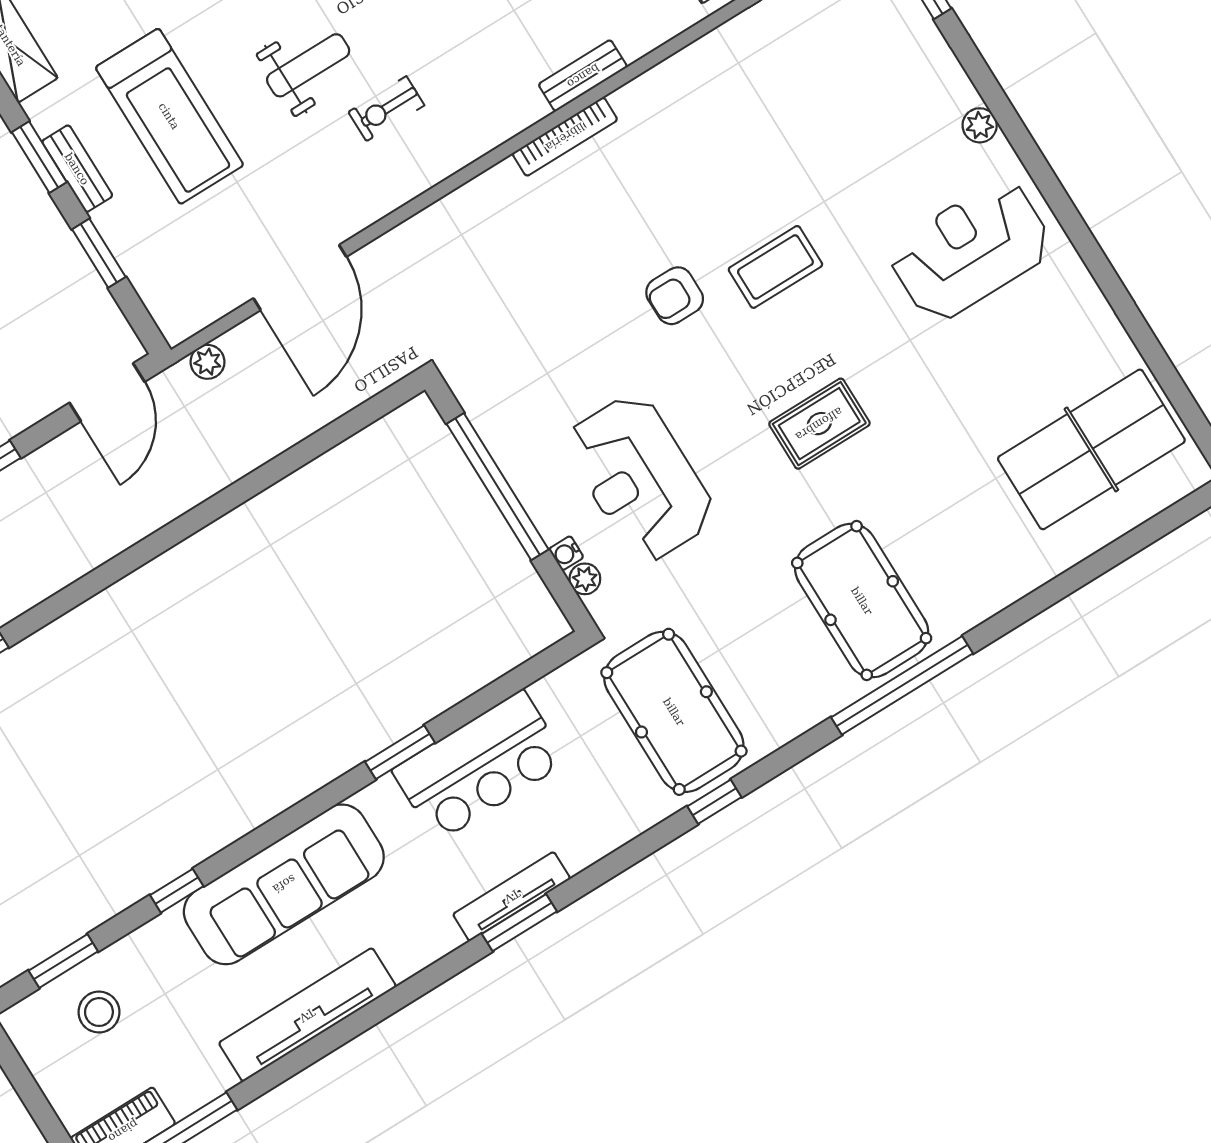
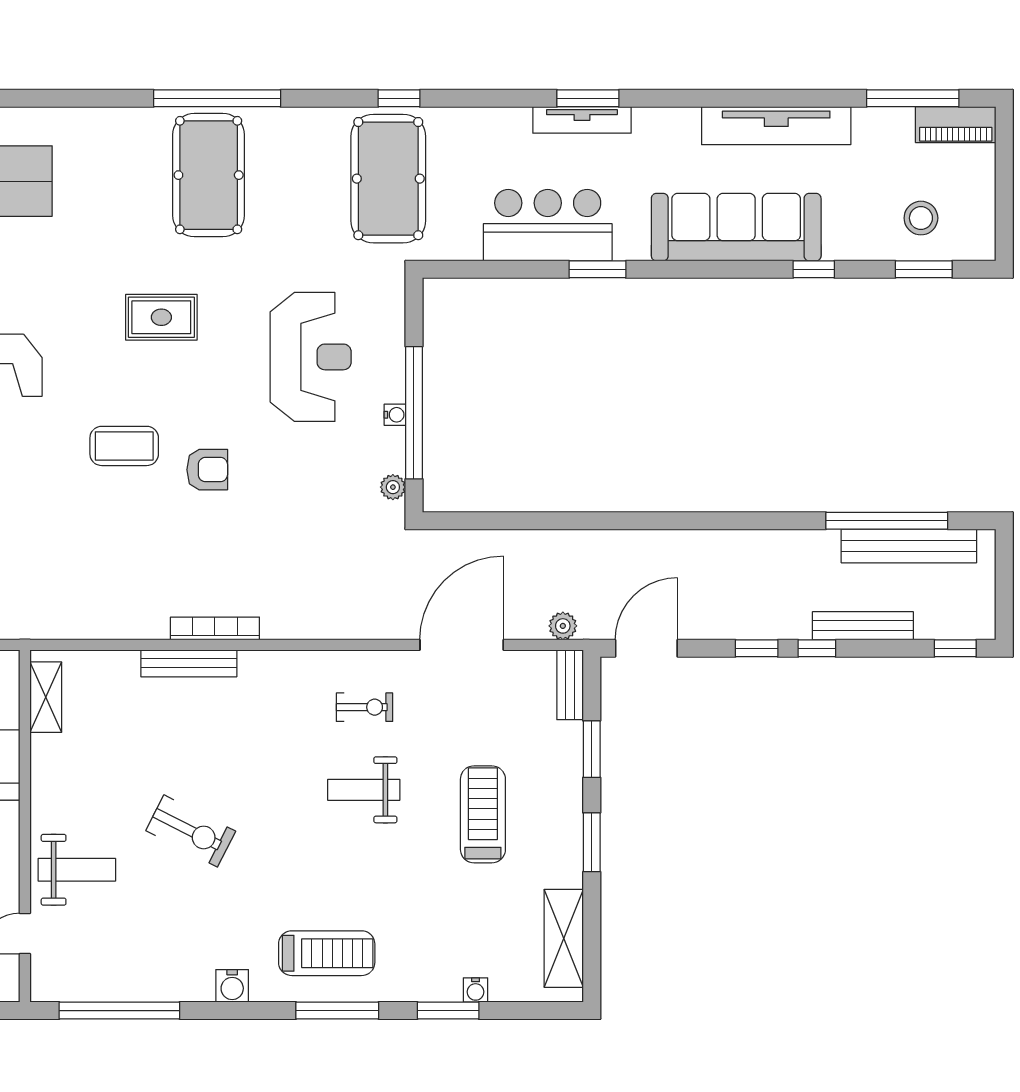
bench: (583, 76) -> (189, 663), width x1.36
exercise bike: (386, 109) -> (364, 707), moved
treadmill: (169, 116) -> (483, 814), width x0.73, depth x0.73
bench: (77, 169) -> (570, 685), moved
water cooler: (566, 553) -> (395, 415), moved
plant: (585, 579) -> (393, 487), moved

